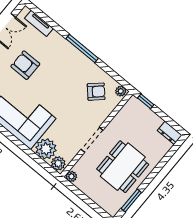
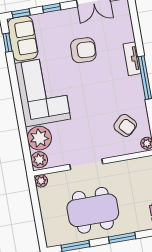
tv unit: (39, 23) -> (132, 59), moved
armchair: (25, 65) -> (83, 50), turned 92
window: (158, 168) -> (122, 238), added

